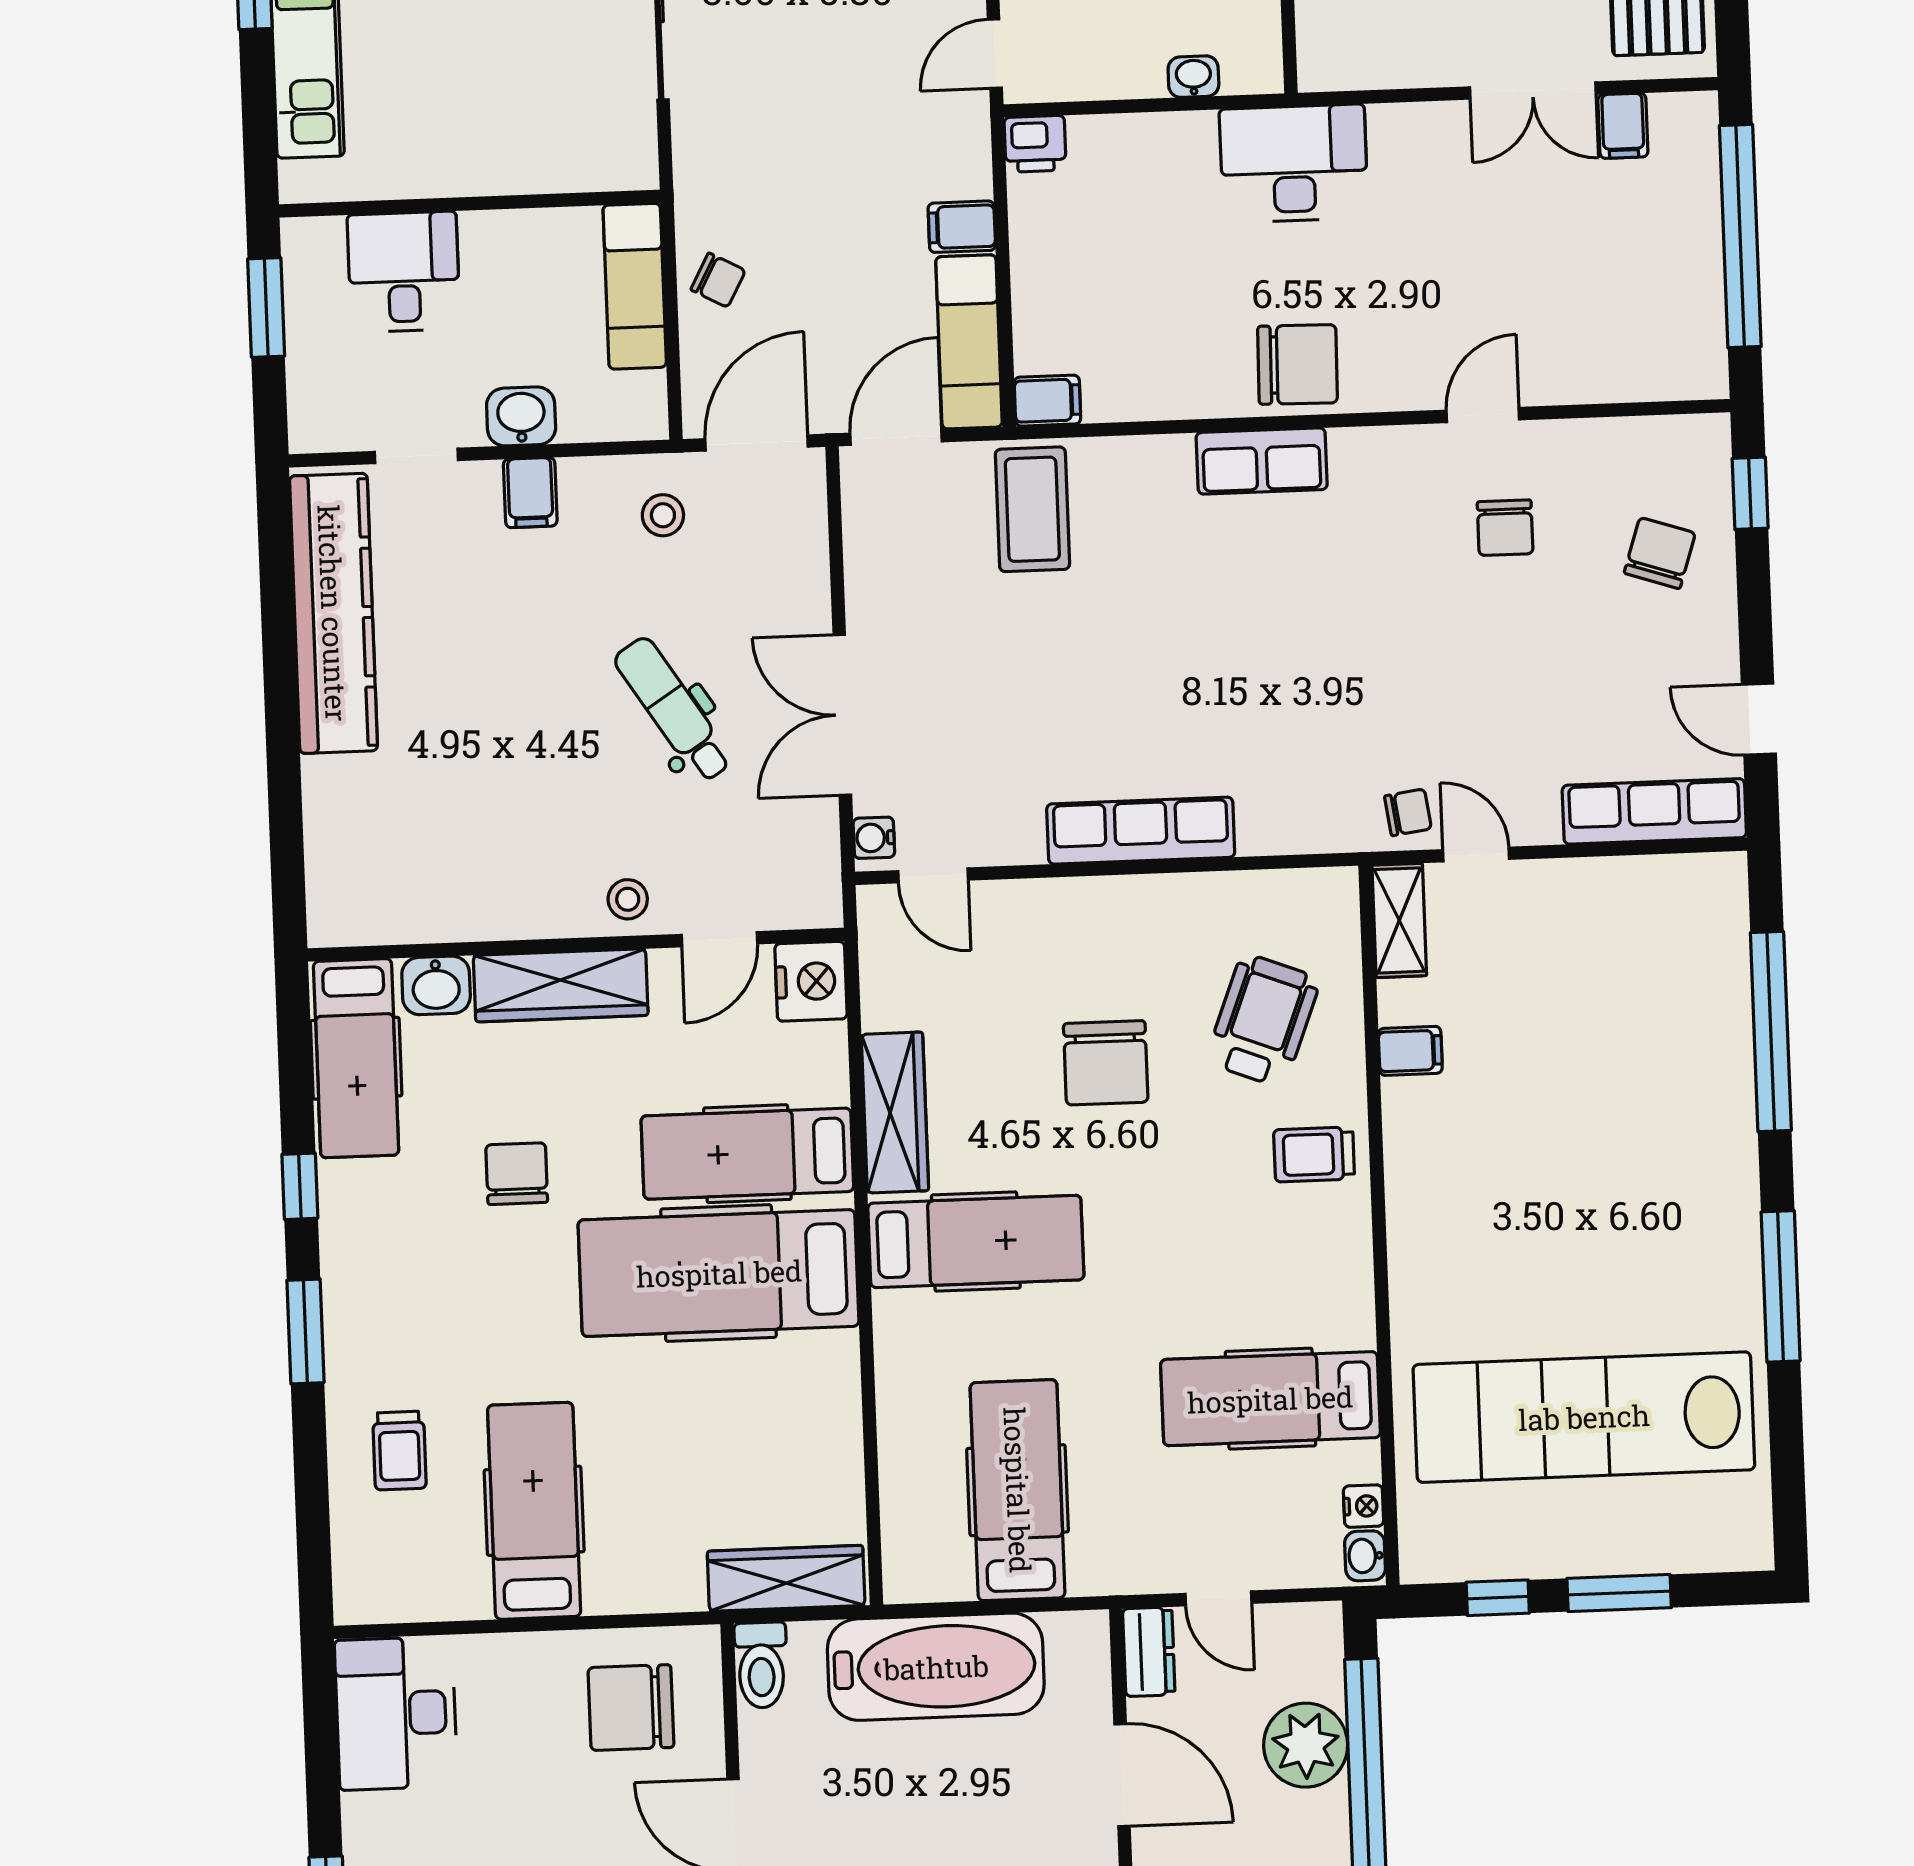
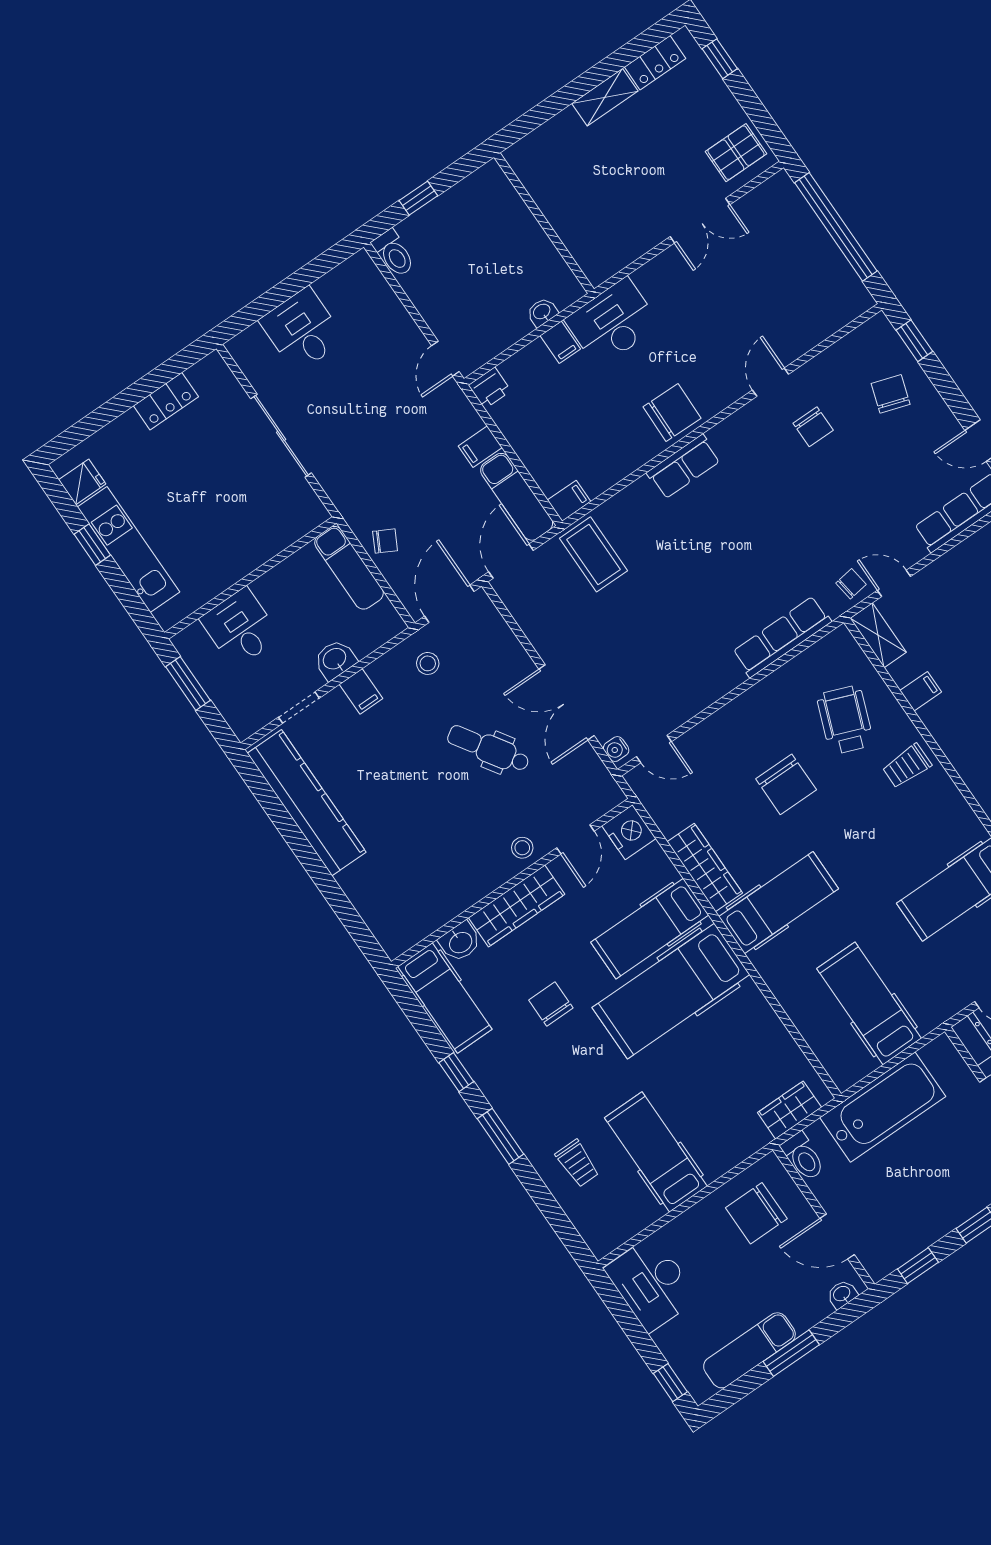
filing cabinet: (1623, 126) -> (560, 342), moved
row of seats: (1141, 831) -> (782, 637), moved
wardrobe: (786, 1578) -> (789, 1110), width x0.67

